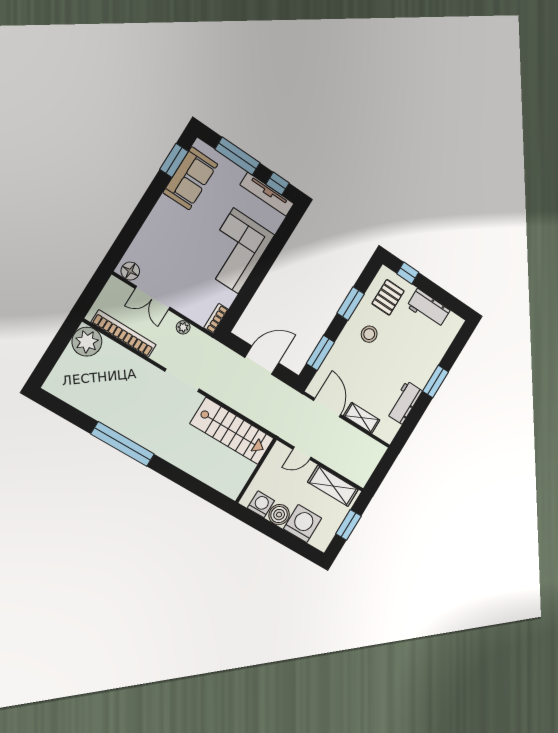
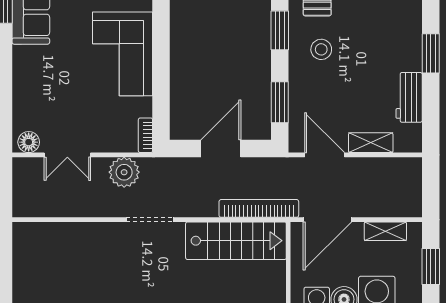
plant: (183, 327) -> (124, 172), width x1.87, depth x1.87
bookcase: (124, 334) -> (259, 208), moved
plant: (87, 342) -> (29, 239), removed
door: (302, 453) -> (327, 220), width x1.87
shelving: (333, 486) -> (385, 231), width x0.67, depth x0.75

